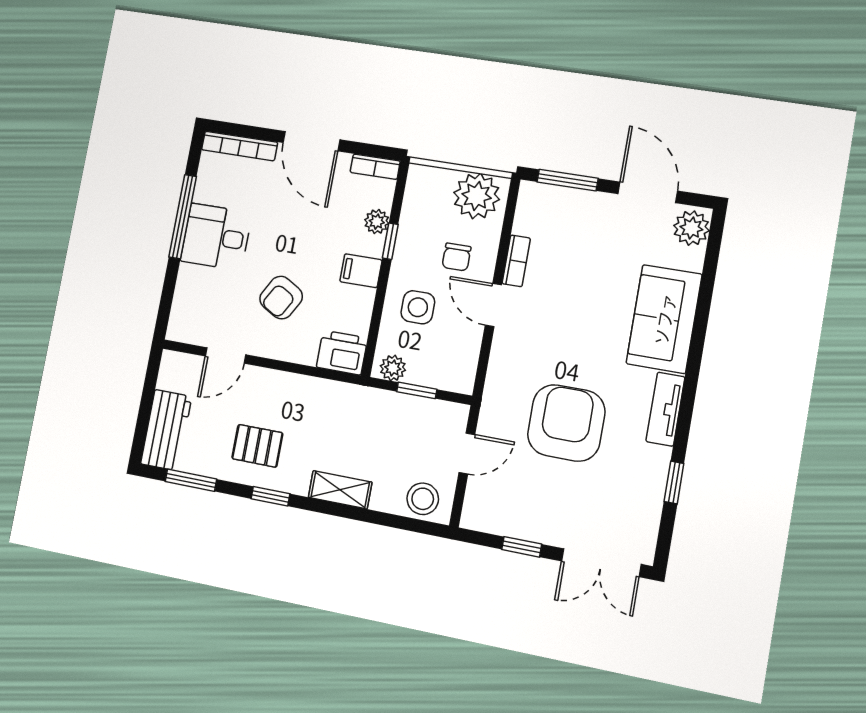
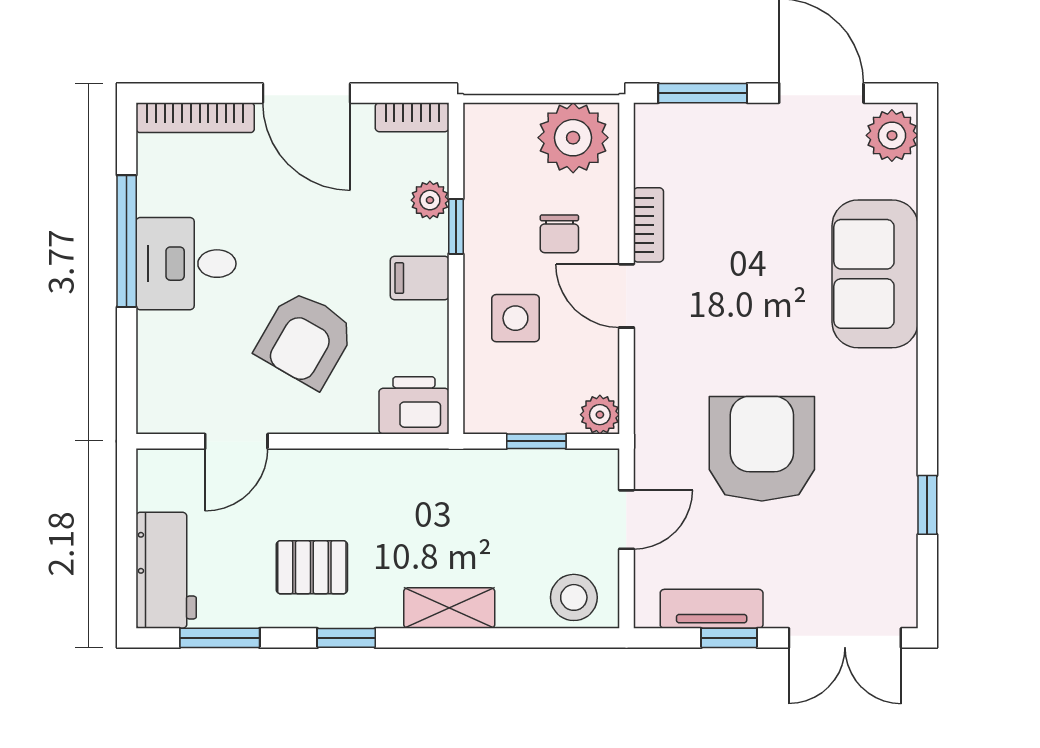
armchair: (281, 298) -> (305, 339), width x1.38, depth x1.38
plant: (393, 368) -> (600, 415), moved
tv unit: (665, 409) -> (712, 609), moved, turned 90

